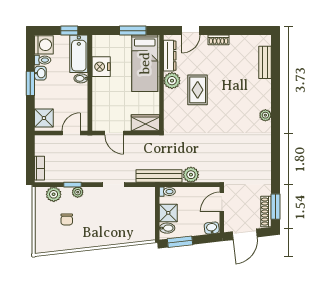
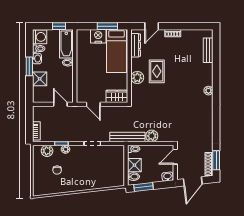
nightstand: (101, 67) -> (98, 36), moved, turned 90
plant: (172, 81) -> (137, 78), moved
shower: (44, 118) -> (40, 79), moved
door: (71, 133) -> (60, 104), hinge flipped

